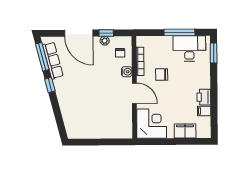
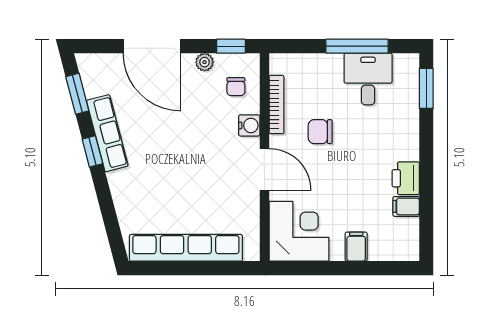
window: (106, 33) -> (231, 46), moved
desk: (189, 48) -> (368, 79), width x0.73
window: (42, 57) -> (77, 94), width x0.69
row of seats: (53, 61) -> (107, 133), moved
filing cabinet: (185, 131) -> (356, 247), width x0.50
row of seats: (96, 132) -> (186, 248), added

